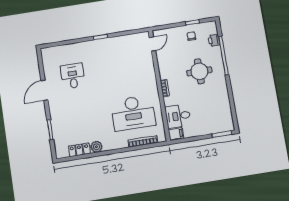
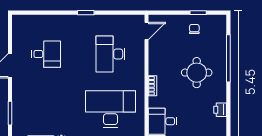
printer: (214, 40) -> (220, 110), moved
desk: (126, 67) -> (111, 54), added
desk: (73, 76) -> (46, 54), turned 90
desk: (133, 113) -> (111, 109), turned 180

